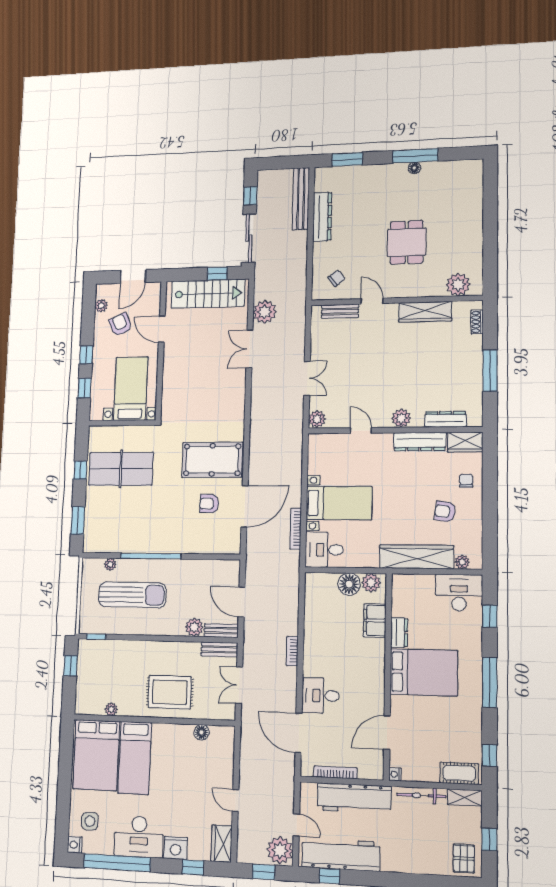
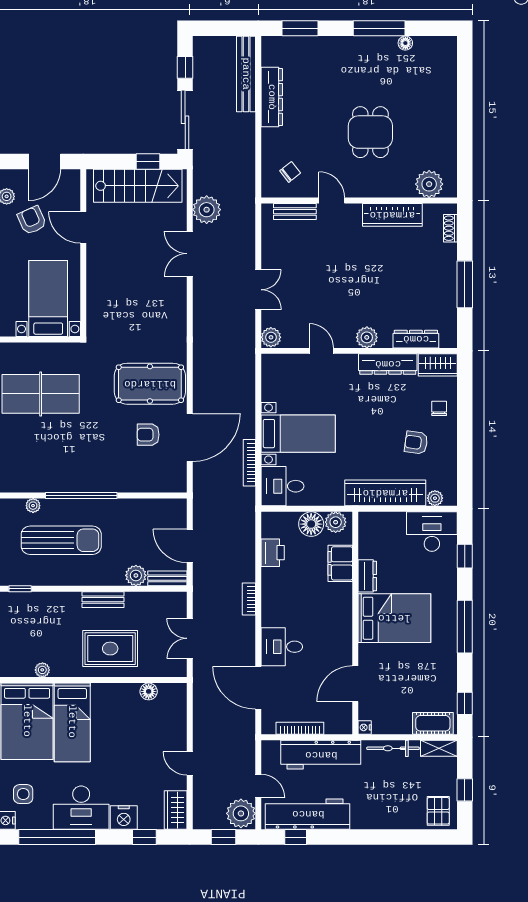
floor lamp: (414, 168) -> (405, 43), moved
printer: (314, 609) -> (273, 553), added
bench: (220, 649) -> (103, 600), moved

